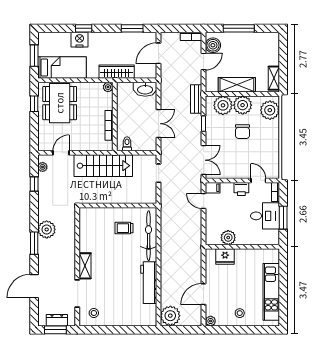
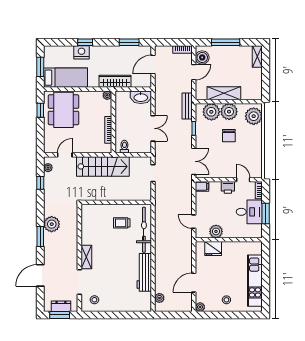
shelving: (274, 78) -> (257, 56), moved
door: (204, 201) -> (194, 222), moved
plant: (170, 316) -> (159, 298), width x0.53, depth x0.53

